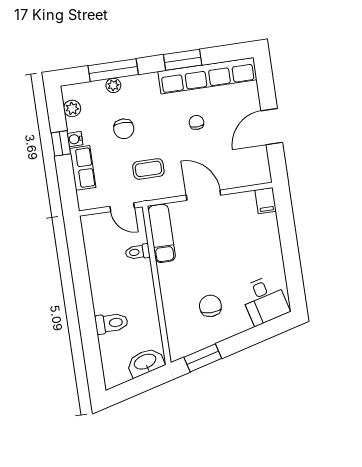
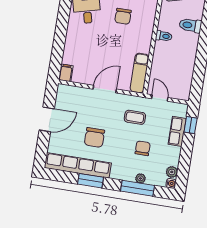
chair: (196, 122) -> (94, 137), width x1.87, depth x1.87
water cooler: (75, 139) -> (171, 183), moved
window: (61, 143) -> (191, 125), moved
door: (203, 195) -> (105, 89), swing flipped
toilet: (138, 252) -> (164, 36), moved

